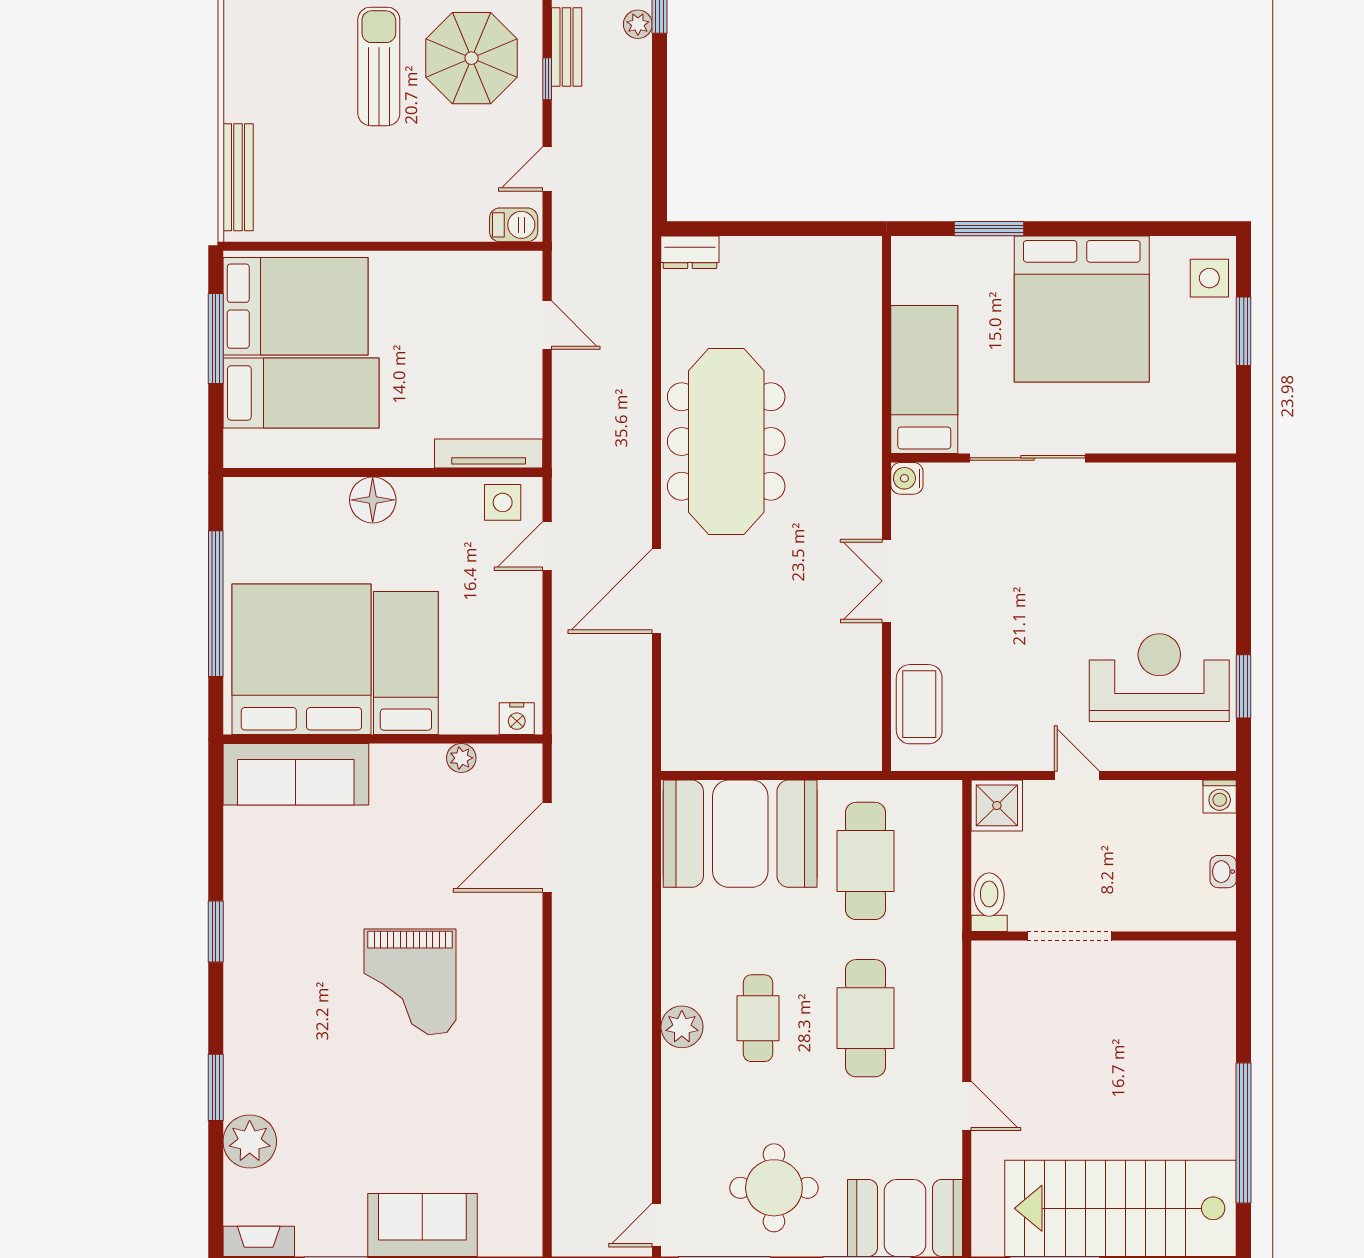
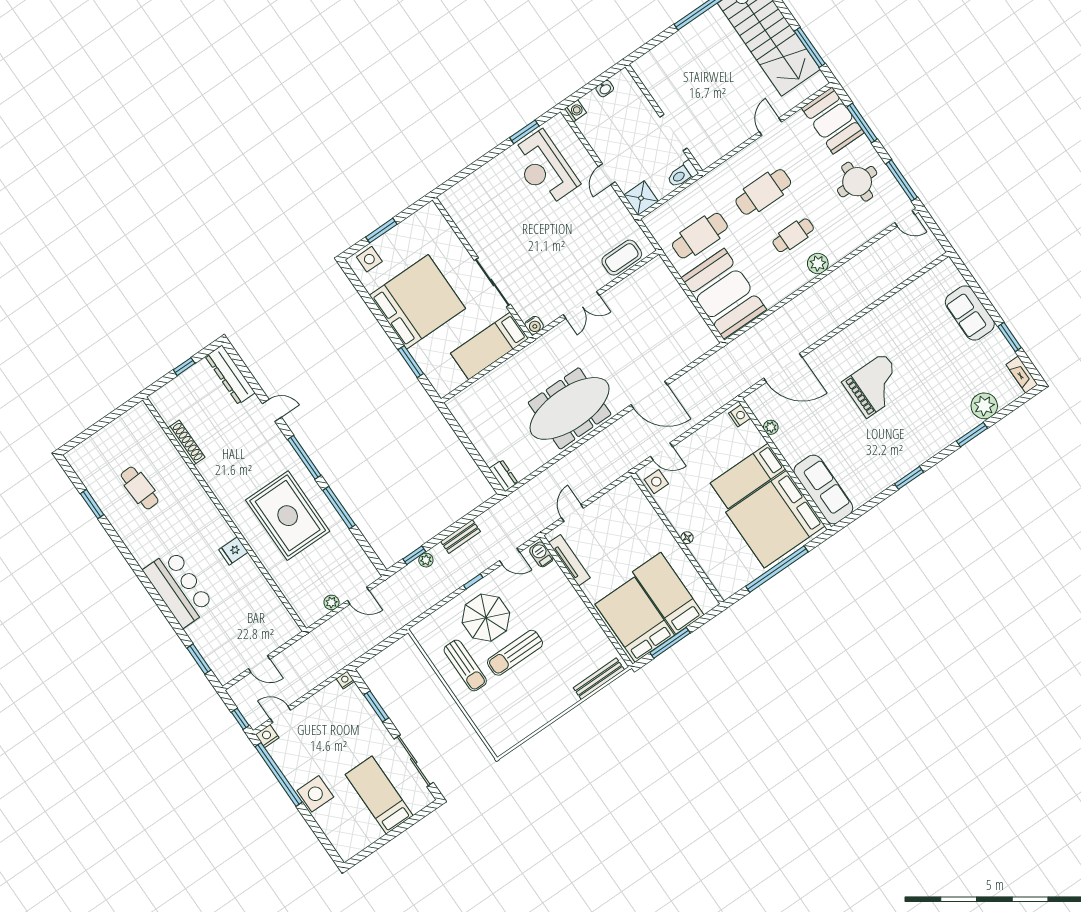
bench: (567, 47) -> (461, 537), moved
tv unit: (489, 453) -> (569, 560), moved, turned 180
floor lamp: (373, 500) -> (687, 538), width x0.53, depth x0.53

